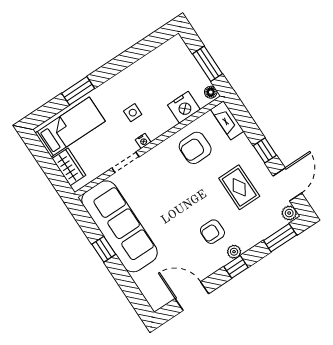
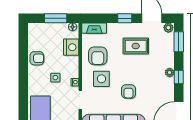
armchair: (142, 74) -> (37, 58), added
window: (78, 91) -> (23, 100), removed
side table: (170, 172) -> (101, 79), added
armchair: (212, 232) -> (128, 91), moved

